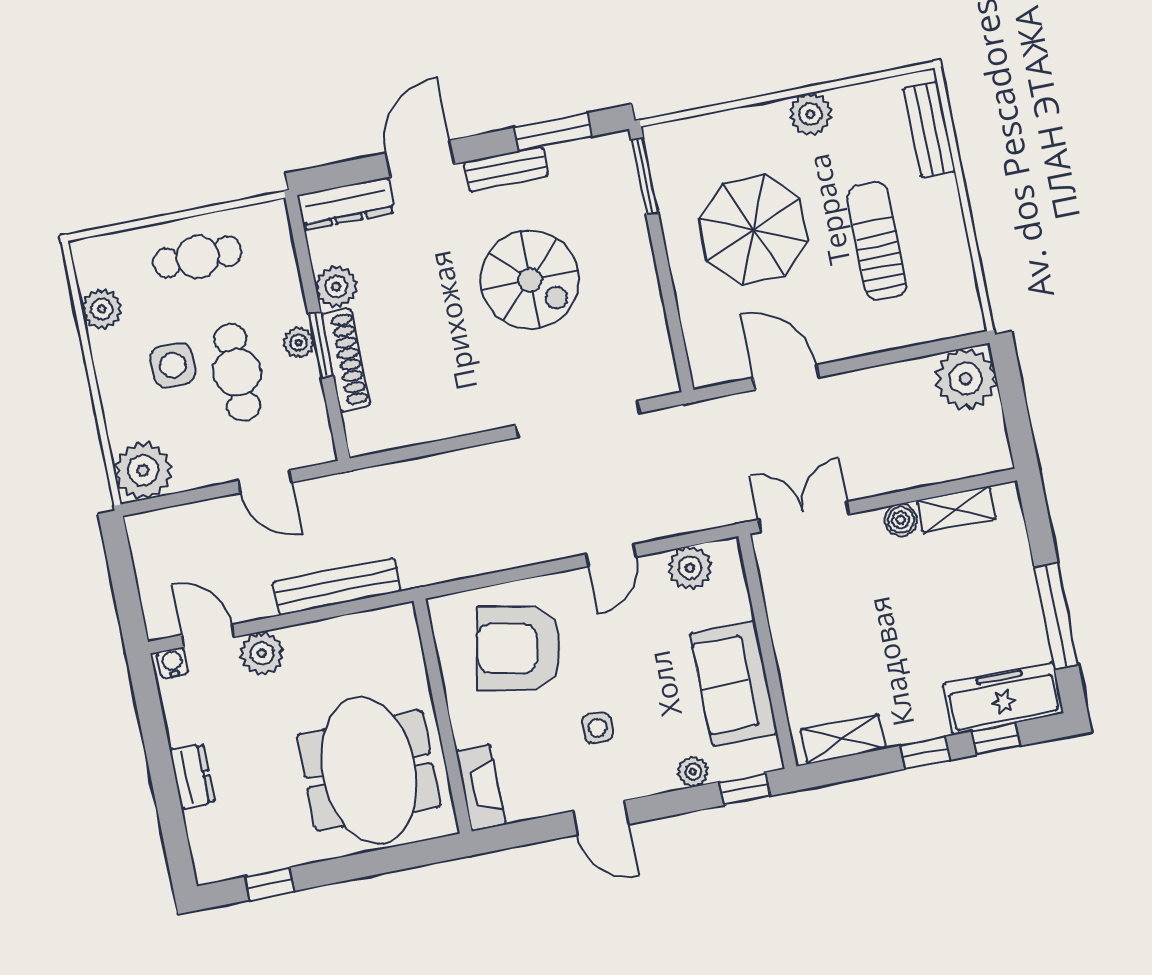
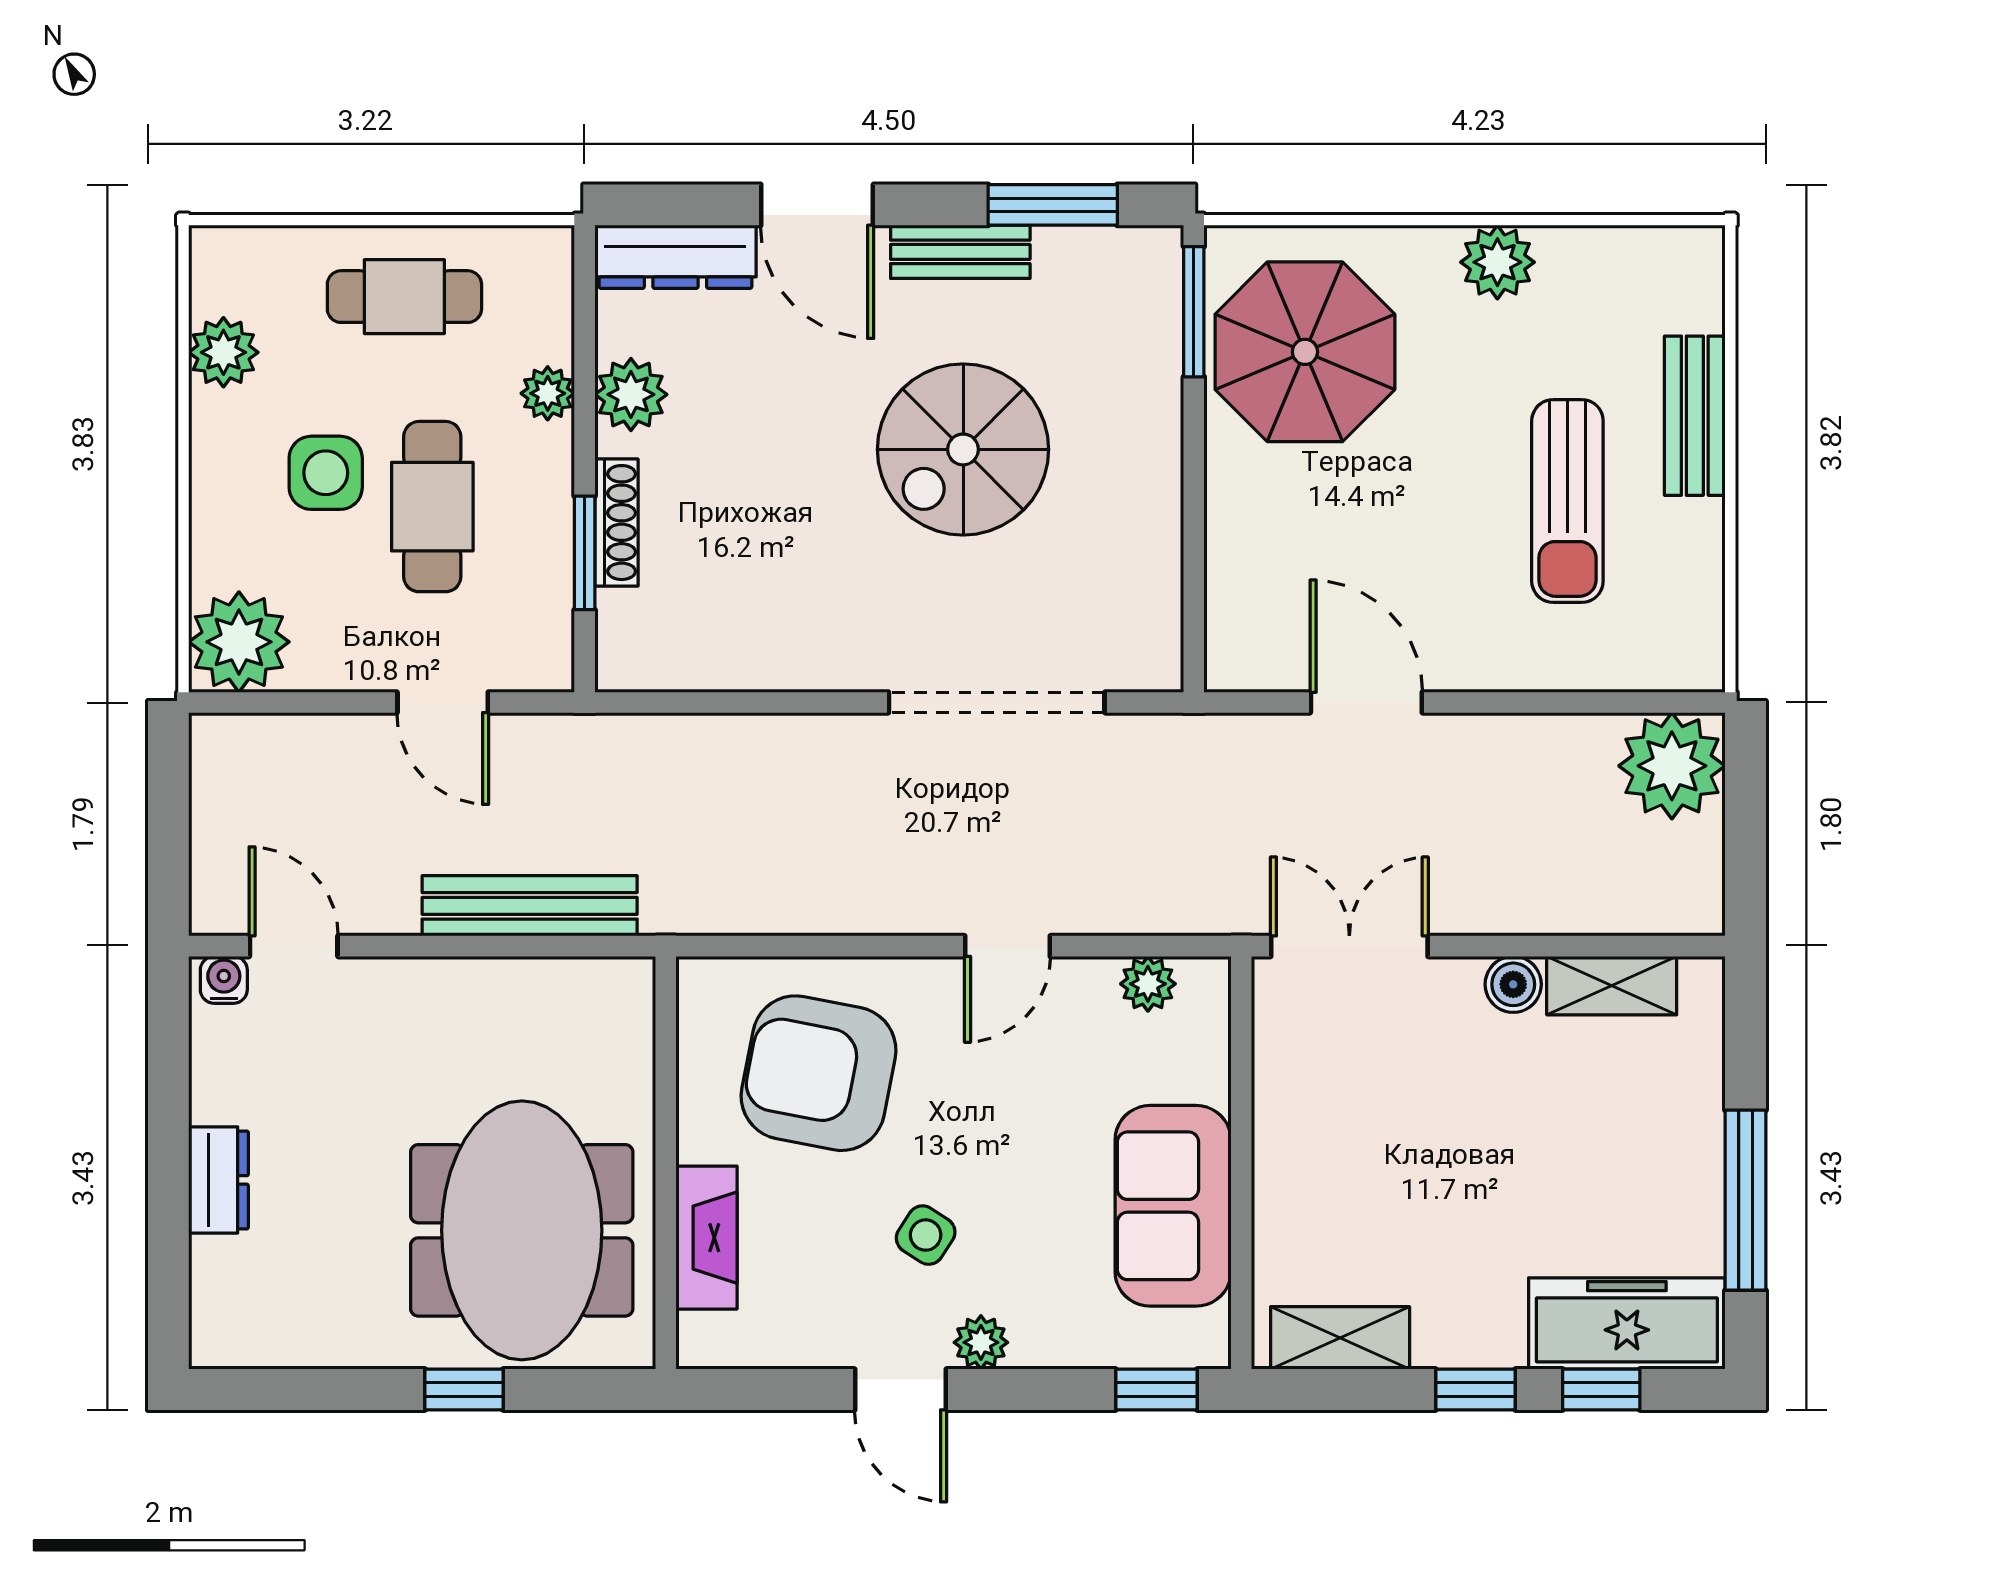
bench: (929, 130) -> (1695, 416), moved
door: (420, 159) -> (817, 205), swing flipped
parasol: (753, 230) -> (1305, 352), moved
sun lounger: (877, 241) -> (1567, 501), turned 180
spiral stairs: (530, 280) -> (963, 449), turned 90
plant: (299, 343) -> (548, 393), moved
window: (321, 345) -> (585, 553), moved
shoe rack: (345, 360) -> (616, 523), width x0.74, depth x0.81
plant: (690, 568) -> (1148, 984), width x0.73, depth x0.73
plant: (262, 653) -> (379, 994), removed
side table: (597, 728) -> (926, 1235), turned 33
plant: (693, 772) -> (981, 1342), moved
fireplace: (481, 788) -> (707, 1238), moved
window: (270, 884) -> (464, 1389), moved

